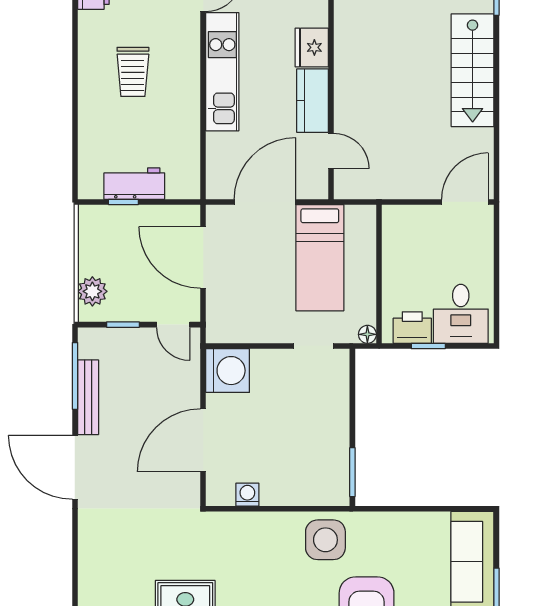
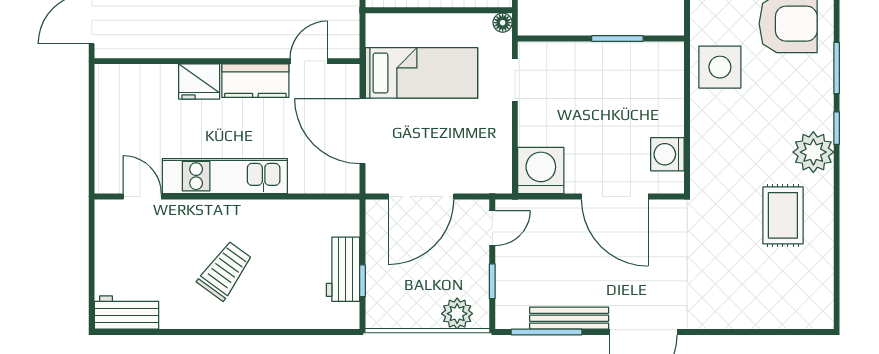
trolley: (133, 72) -> (225, 271), turned -54
window: (352, 472) -> (617, 39), moved
washing machine: (247, 495) -> (667, 154), width x1.38, depth x1.38

